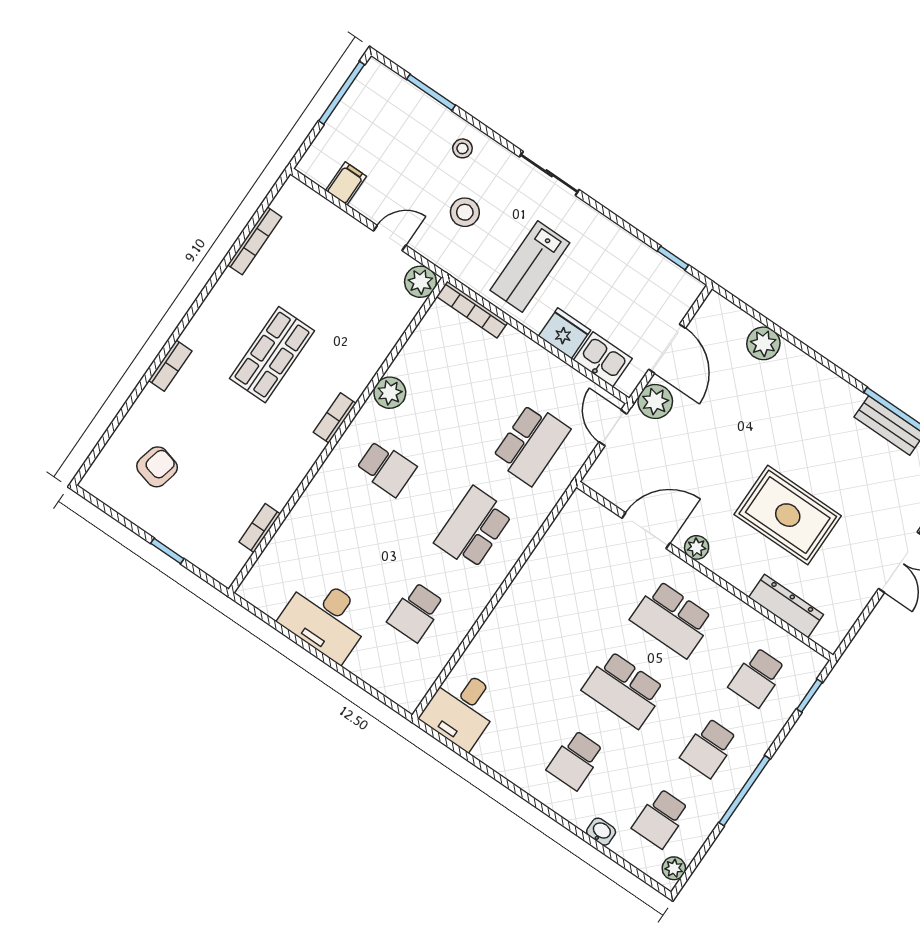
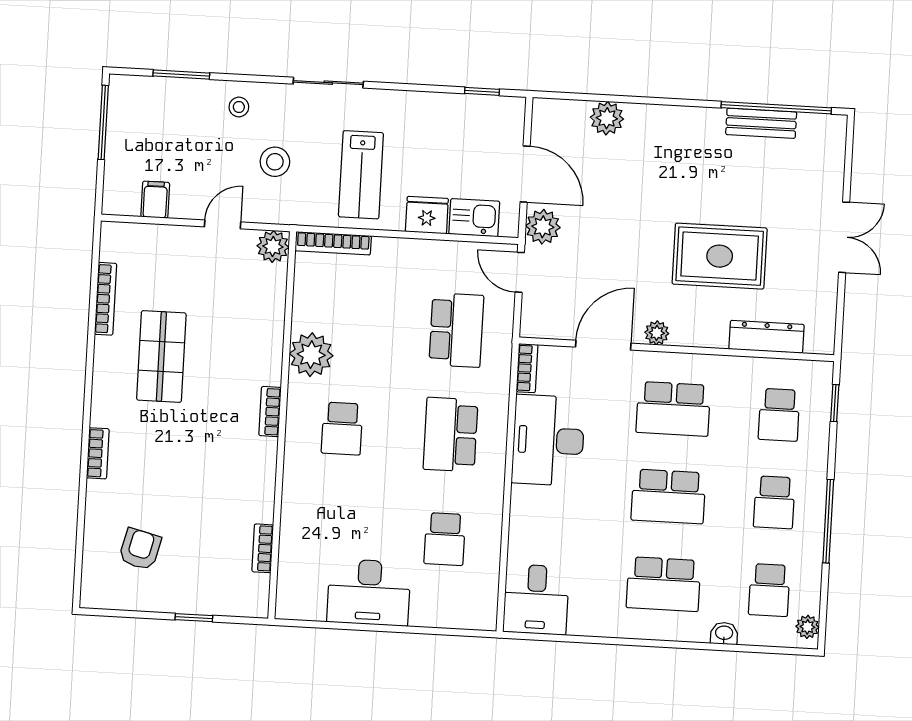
shop shelf: (272, 355) -> (161, 356), moved
plant: (390, 393) -> (311, 355), width x1.36, depth x1.36
school desk: (386, 468) -> (342, 428), turned 90
bookcase: (571, 511) -> (527, 368), added
desk: (552, 582) -> (548, 440), added
school desk: (575, 760) -> (663, 584), width x1.85

